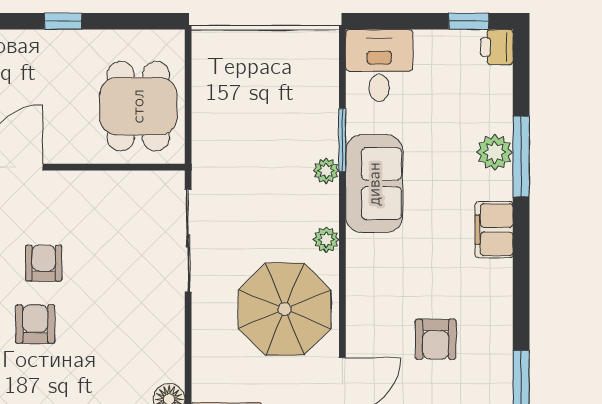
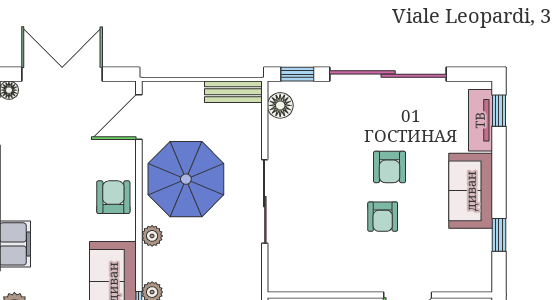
sliding door: (188, 241) -> (265, 202), moved
armchair: (436, 339) -> (113, 197), moved

